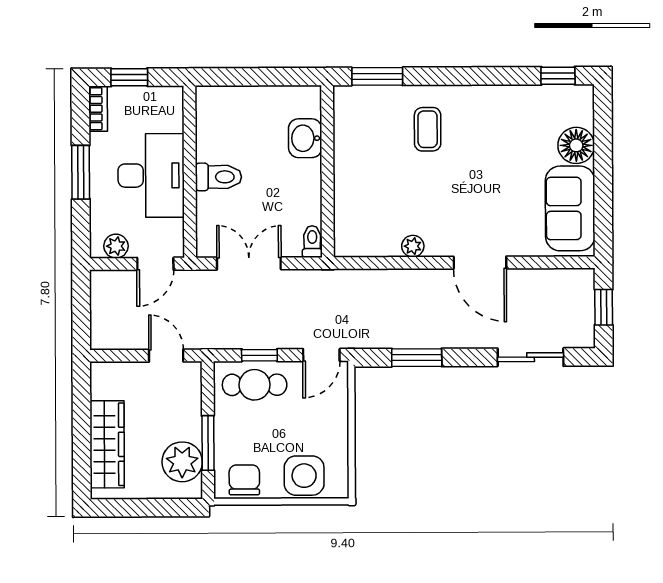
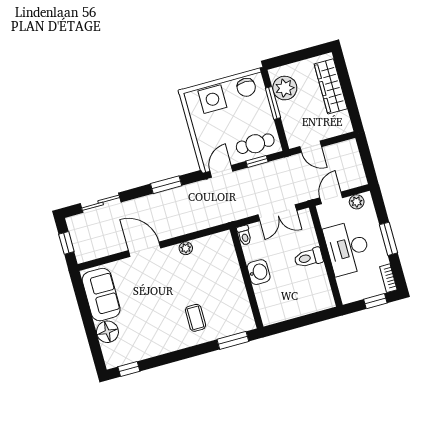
washbasin: (305, 138) -> (259, 272), moved

